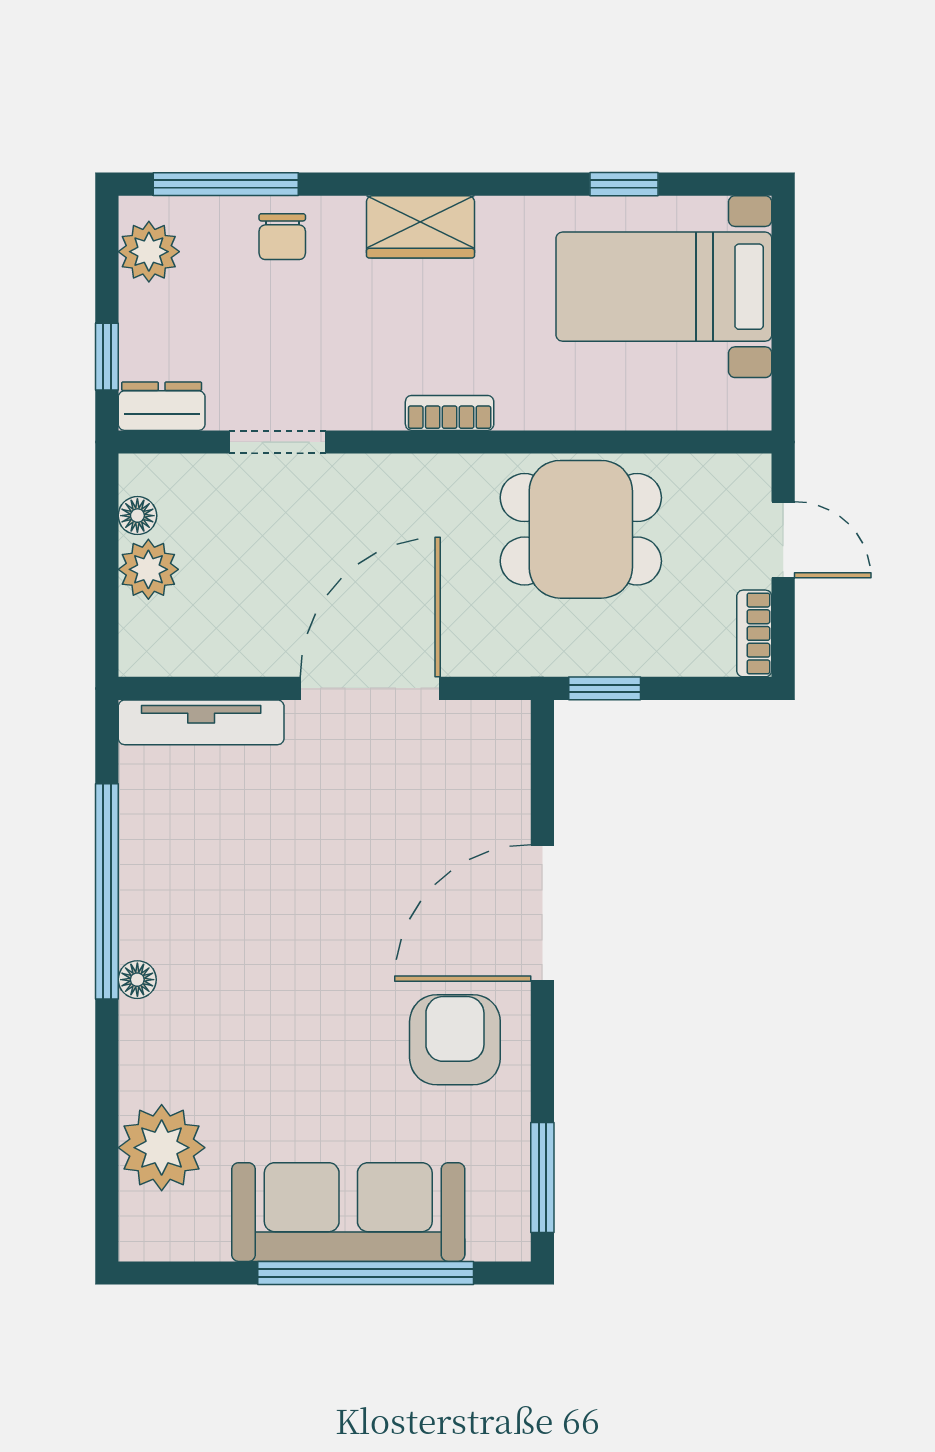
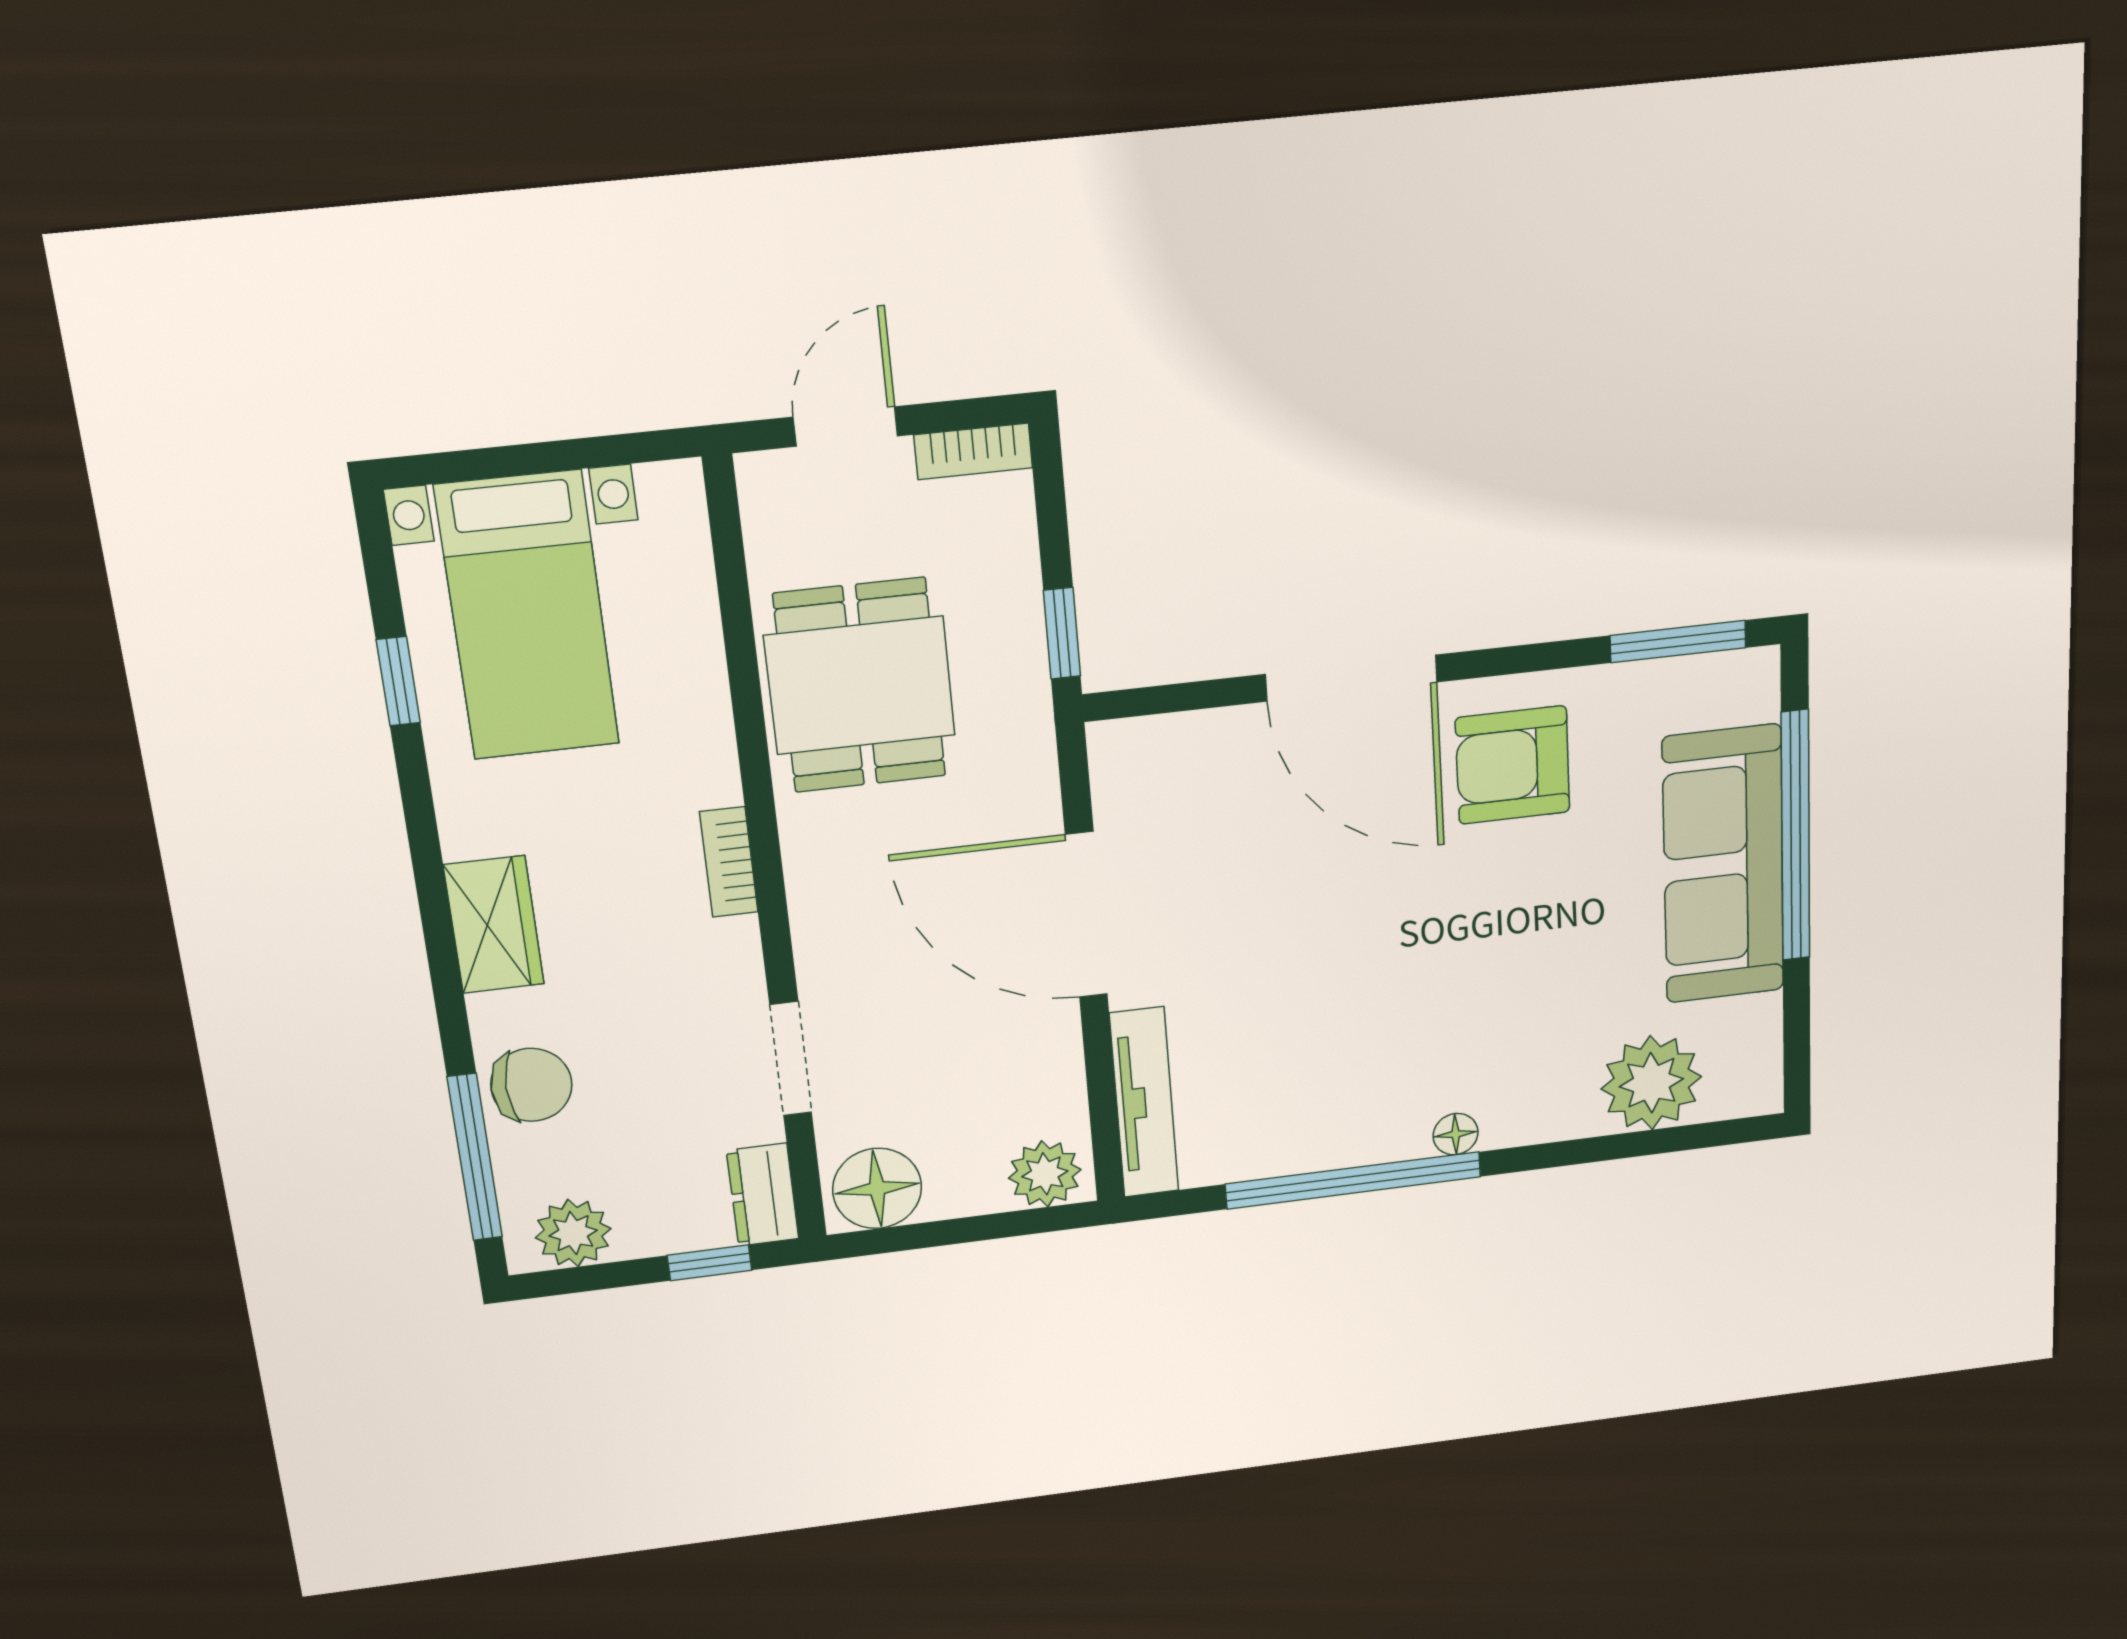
chair: (282, 237) -> (531, 1085), width x1.37, depth x1.37
floor lamp: (137, 516) -> (877, 1188), width x1.89, depth x1.89
plant: (148, 569) -> (1045, 1174), moved

